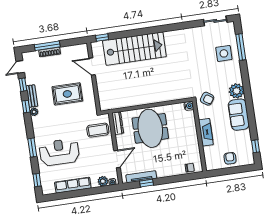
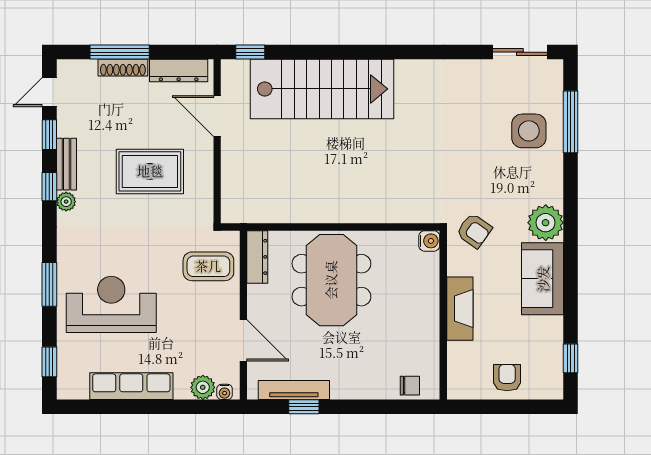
dresser: (73, 50) -> (179, 71), added
door: (117, 159) -> (243, 340), hinge flipped

